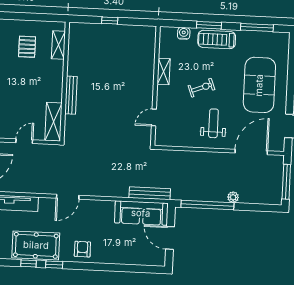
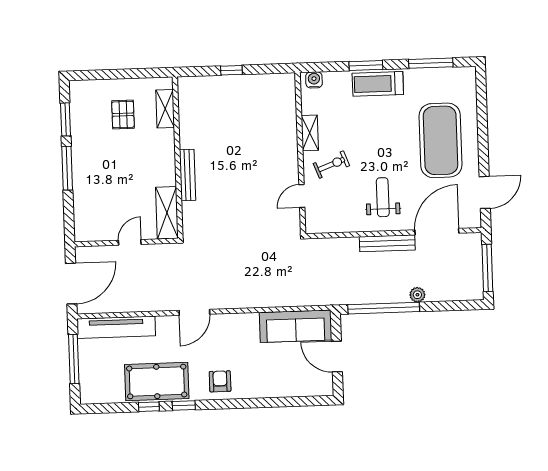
water cooler: (184, 33) -> (314, 80), moved
exercise bike: (201, 88) -> (331, 165), moved
bench: (150, 193) -> (387, 243), moved

